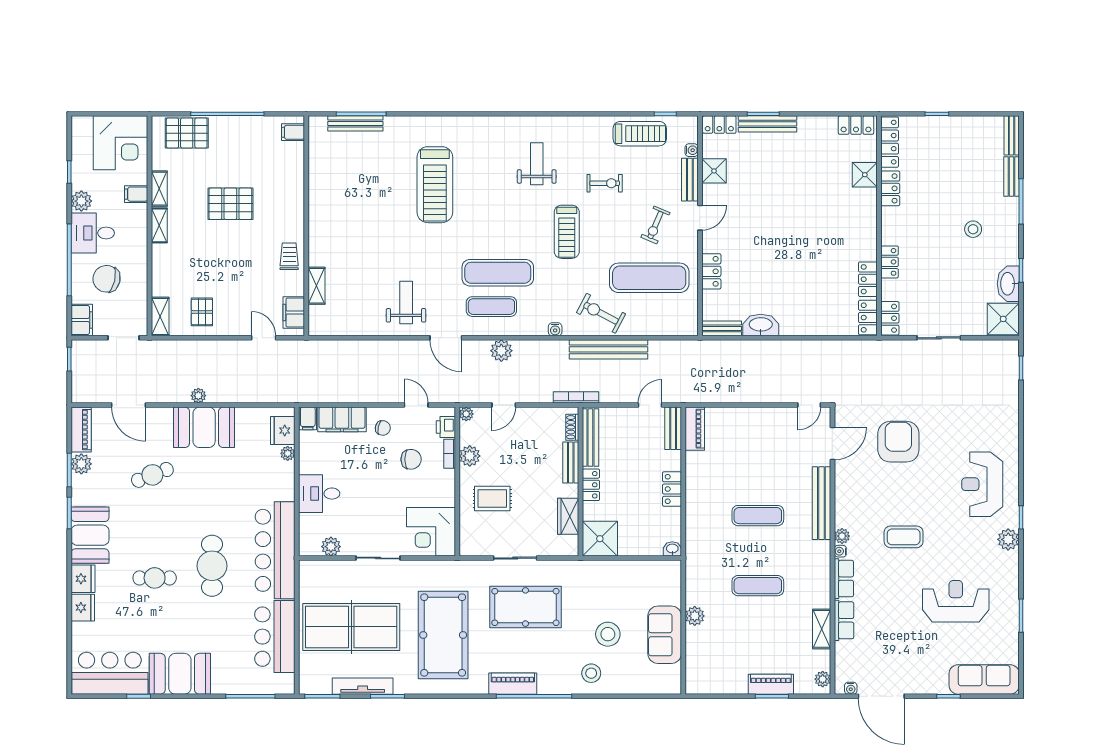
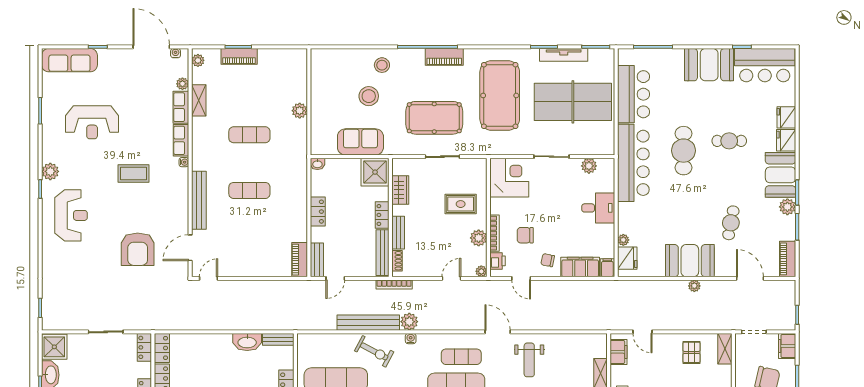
plant: (501, 351) -> (409, 322), moved
bookcase: (450, 454) -> (495, 233), width x1.56
plant: (81, 464) -> (787, 207), moved
cafe table: (152, 475) -> (731, 223), turned -58
plant: (842, 536) -> (182, 84), moved
sofa: (665, 635) -> (360, 142), moved, turned -90

